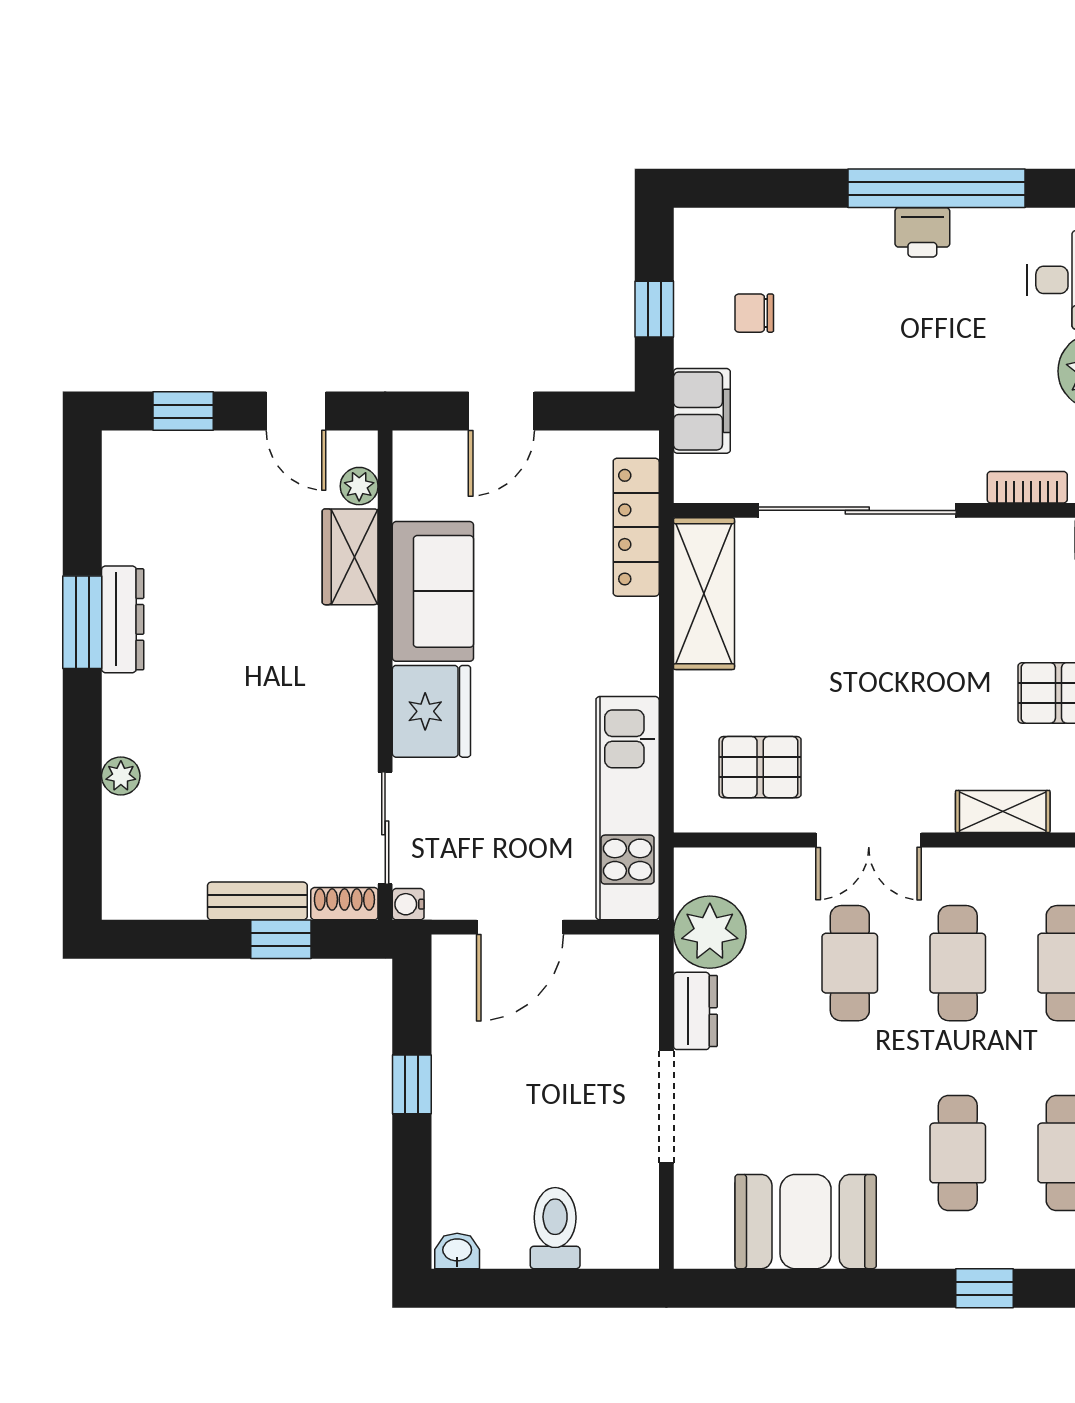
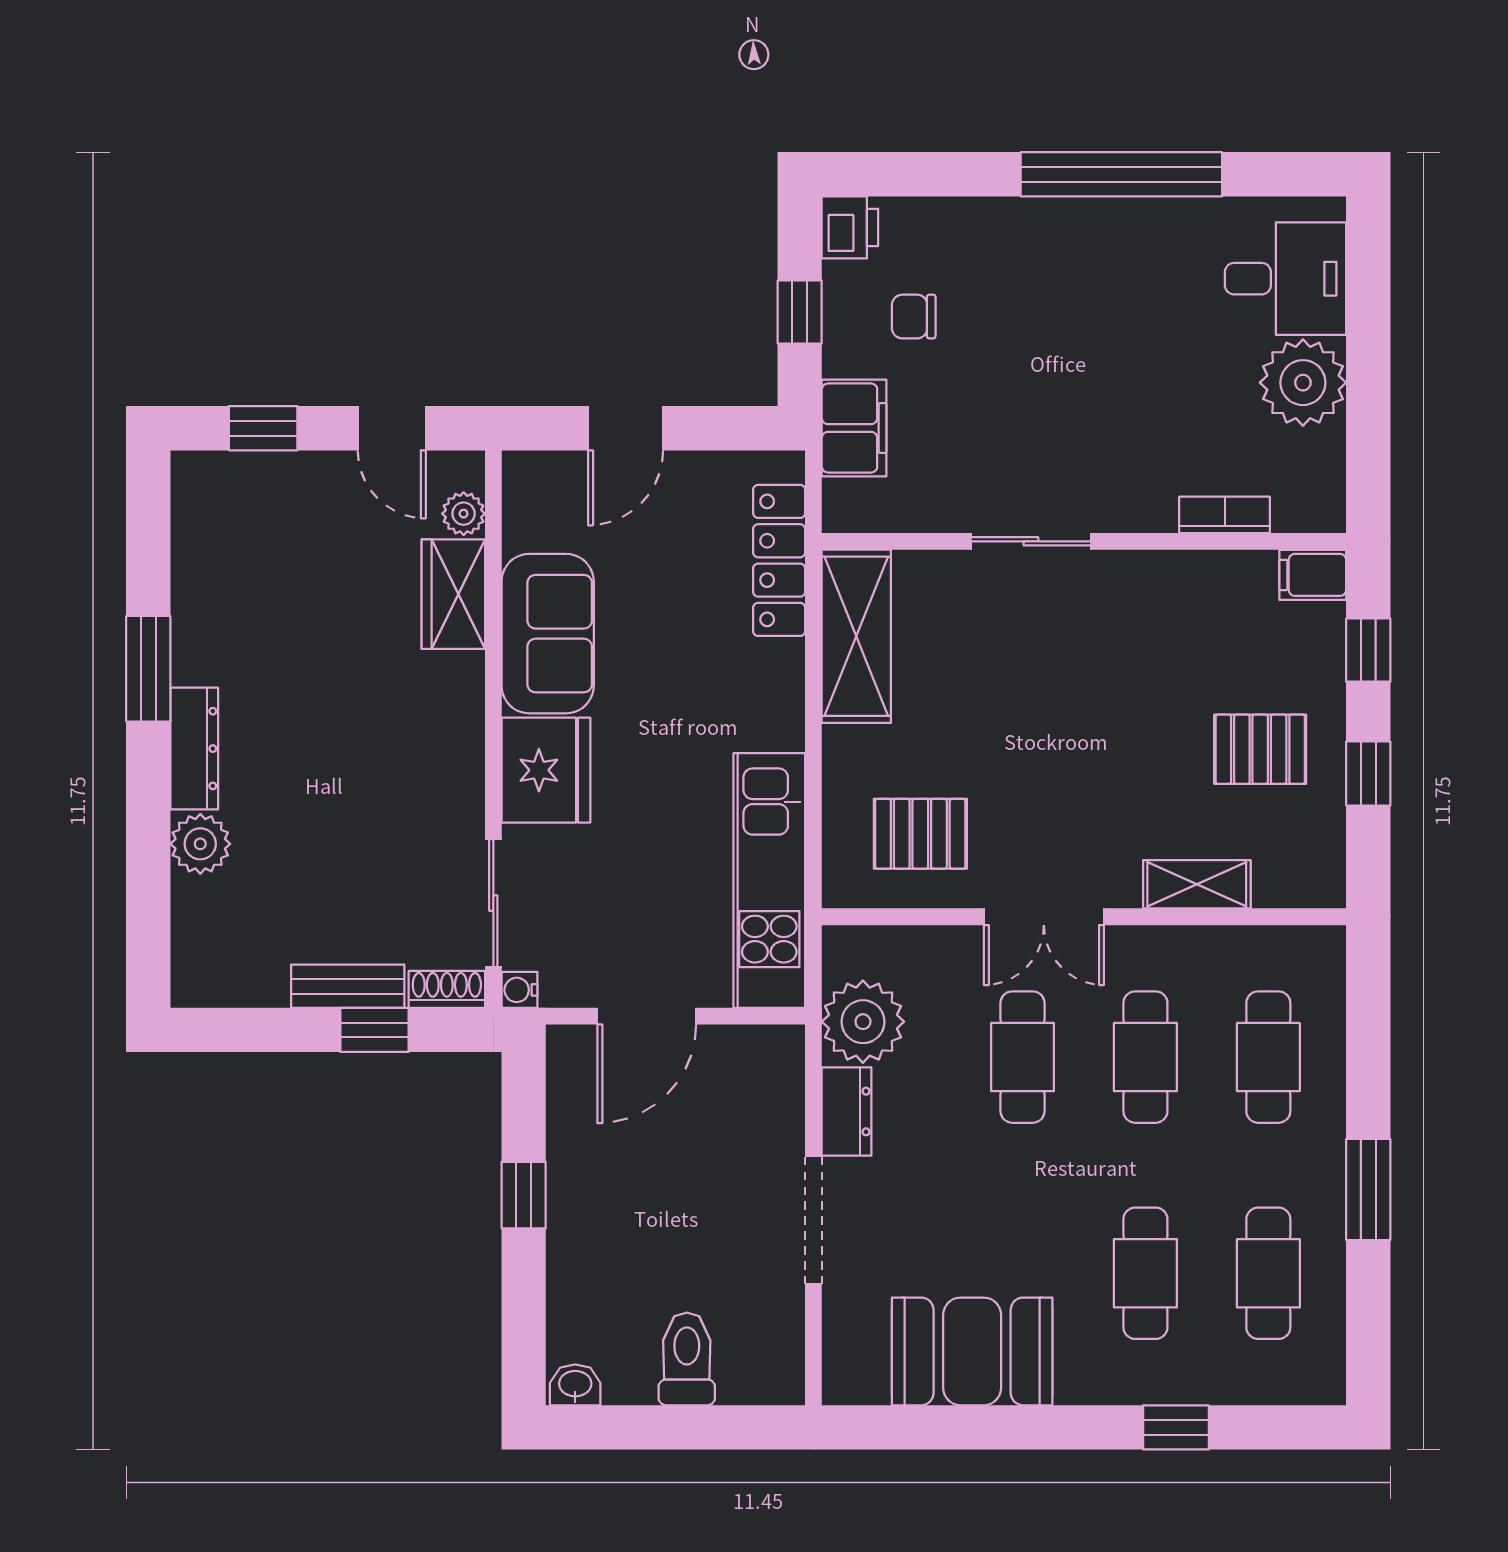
printer: (922, 232) -> (850, 227), moved, turned -90
sliding door: (857, 510) -> (1031, 541), width x0.54
dresser: (123, 619) -> (194, 749), moved
plant: (121, 776) -> (200, 844), width x1.38, depth x1.38

